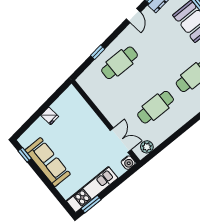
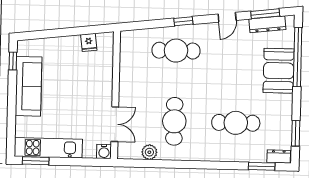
window: (98, 52) -> (183, 21), moved
cafe table: (156, 107) -> (174, 121), turned 90
fridge: (50, 116) -> (89, 42), moved
plant: (147, 147) -> (149, 152), moved

